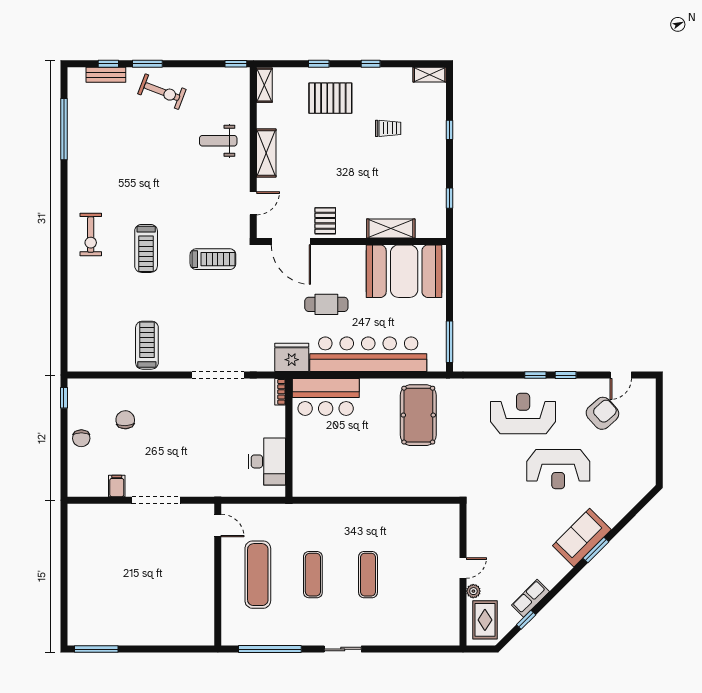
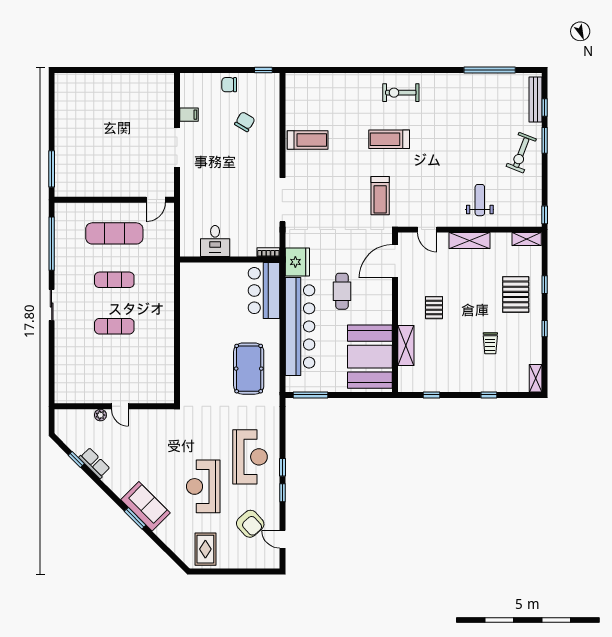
bench: (106, 75) -> (535, 99), width x1.36
pallet: (325, 221) -> (434, 308), moved, turned 90
pool table: (418, 415) -> (249, 369), turned 90
chair: (125, 420) -> (245, 122), turned -57
desk: (267, 461) -> (215, 241), width x0.73
rug: (485, 620) -> (205, 549), moved, turned 90
window: (96, 649) -> (52, 169), moved

